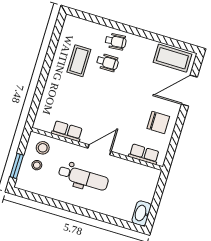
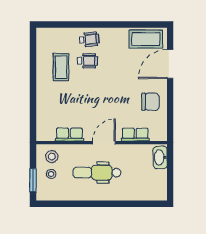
row of seats: (144, 154) -> (135, 135), moved
dental chair: (83, 178) -> (97, 173), turned 180
washbasin: (142, 213) -> (160, 157), moved

